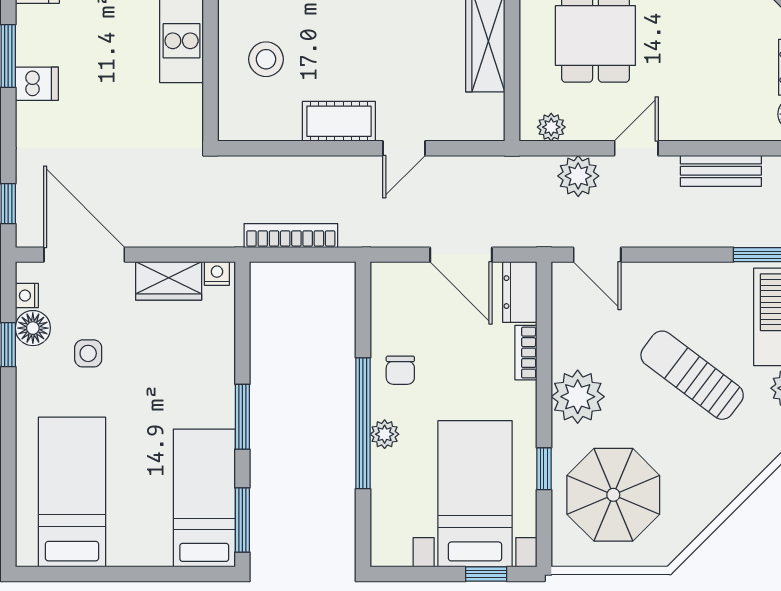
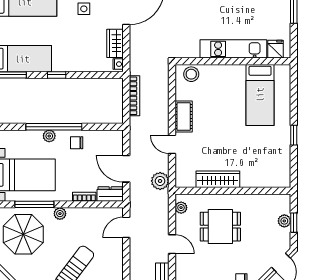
stool: (266, 59) -> (191, 74), moved
plant: (578, 176) -> (160, 181), moved
door: (461, 255) -> (126, 169), hinge flipped
plant: (578, 397) -> (60, 214), width x0.53, depth x0.53
window: (242, 417) -> (57, 75), width x0.67
window: (544, 469) -> (34, 204), width x2.17

